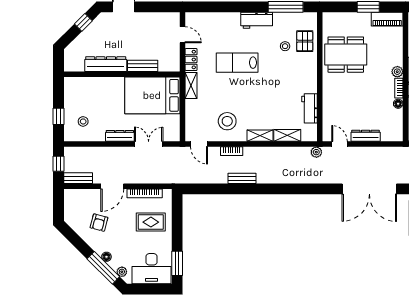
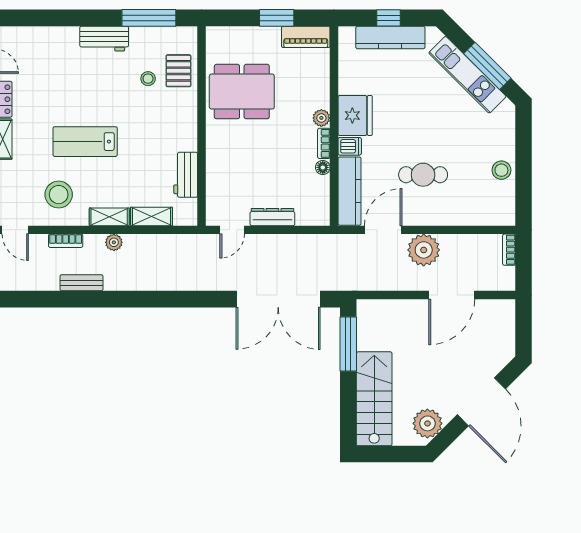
lab bench: (237, 63) -> (85, 142), moved
door: (340, 144) -> (232, 230), swing flipped
plant: (316, 152) -> (114, 242), moved

